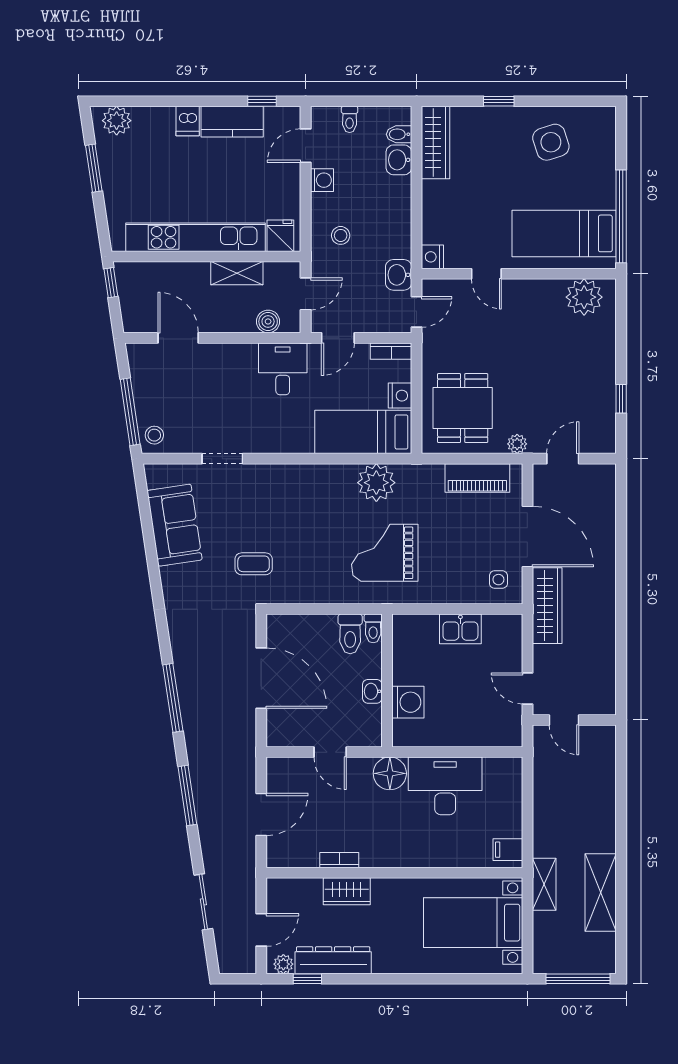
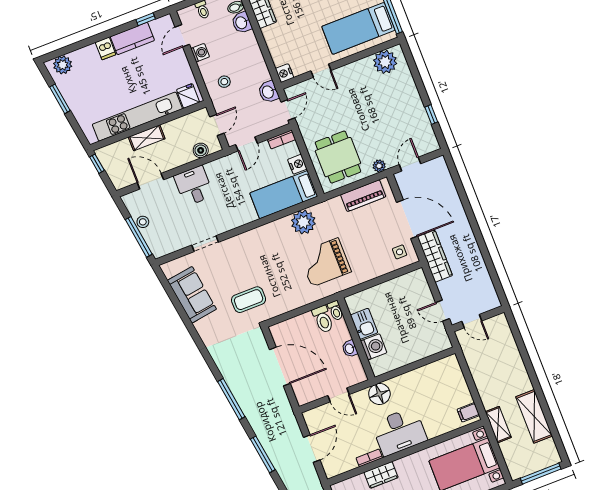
shelving: (237, 273) -> (147, 138), moved
desk: (283, 369) -> (194, 186), moved
stool: (154, 435) -> (143, 222), moved
coffee table: (254, 564) -> (249, 300), width x1.36, depth x1.30
kitchen sink: (460, 629) -> (364, 324), moved, turned -90
desk: (445, 786) -> (399, 432), moved, turned 180

